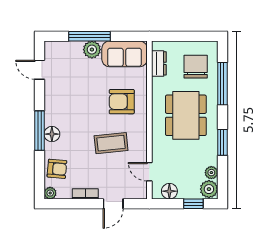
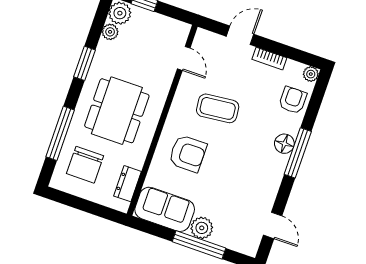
armchair: (57, 169) -> (293, 100), turned 85
floor lamp: (169, 191) -> (168, 27), removed

